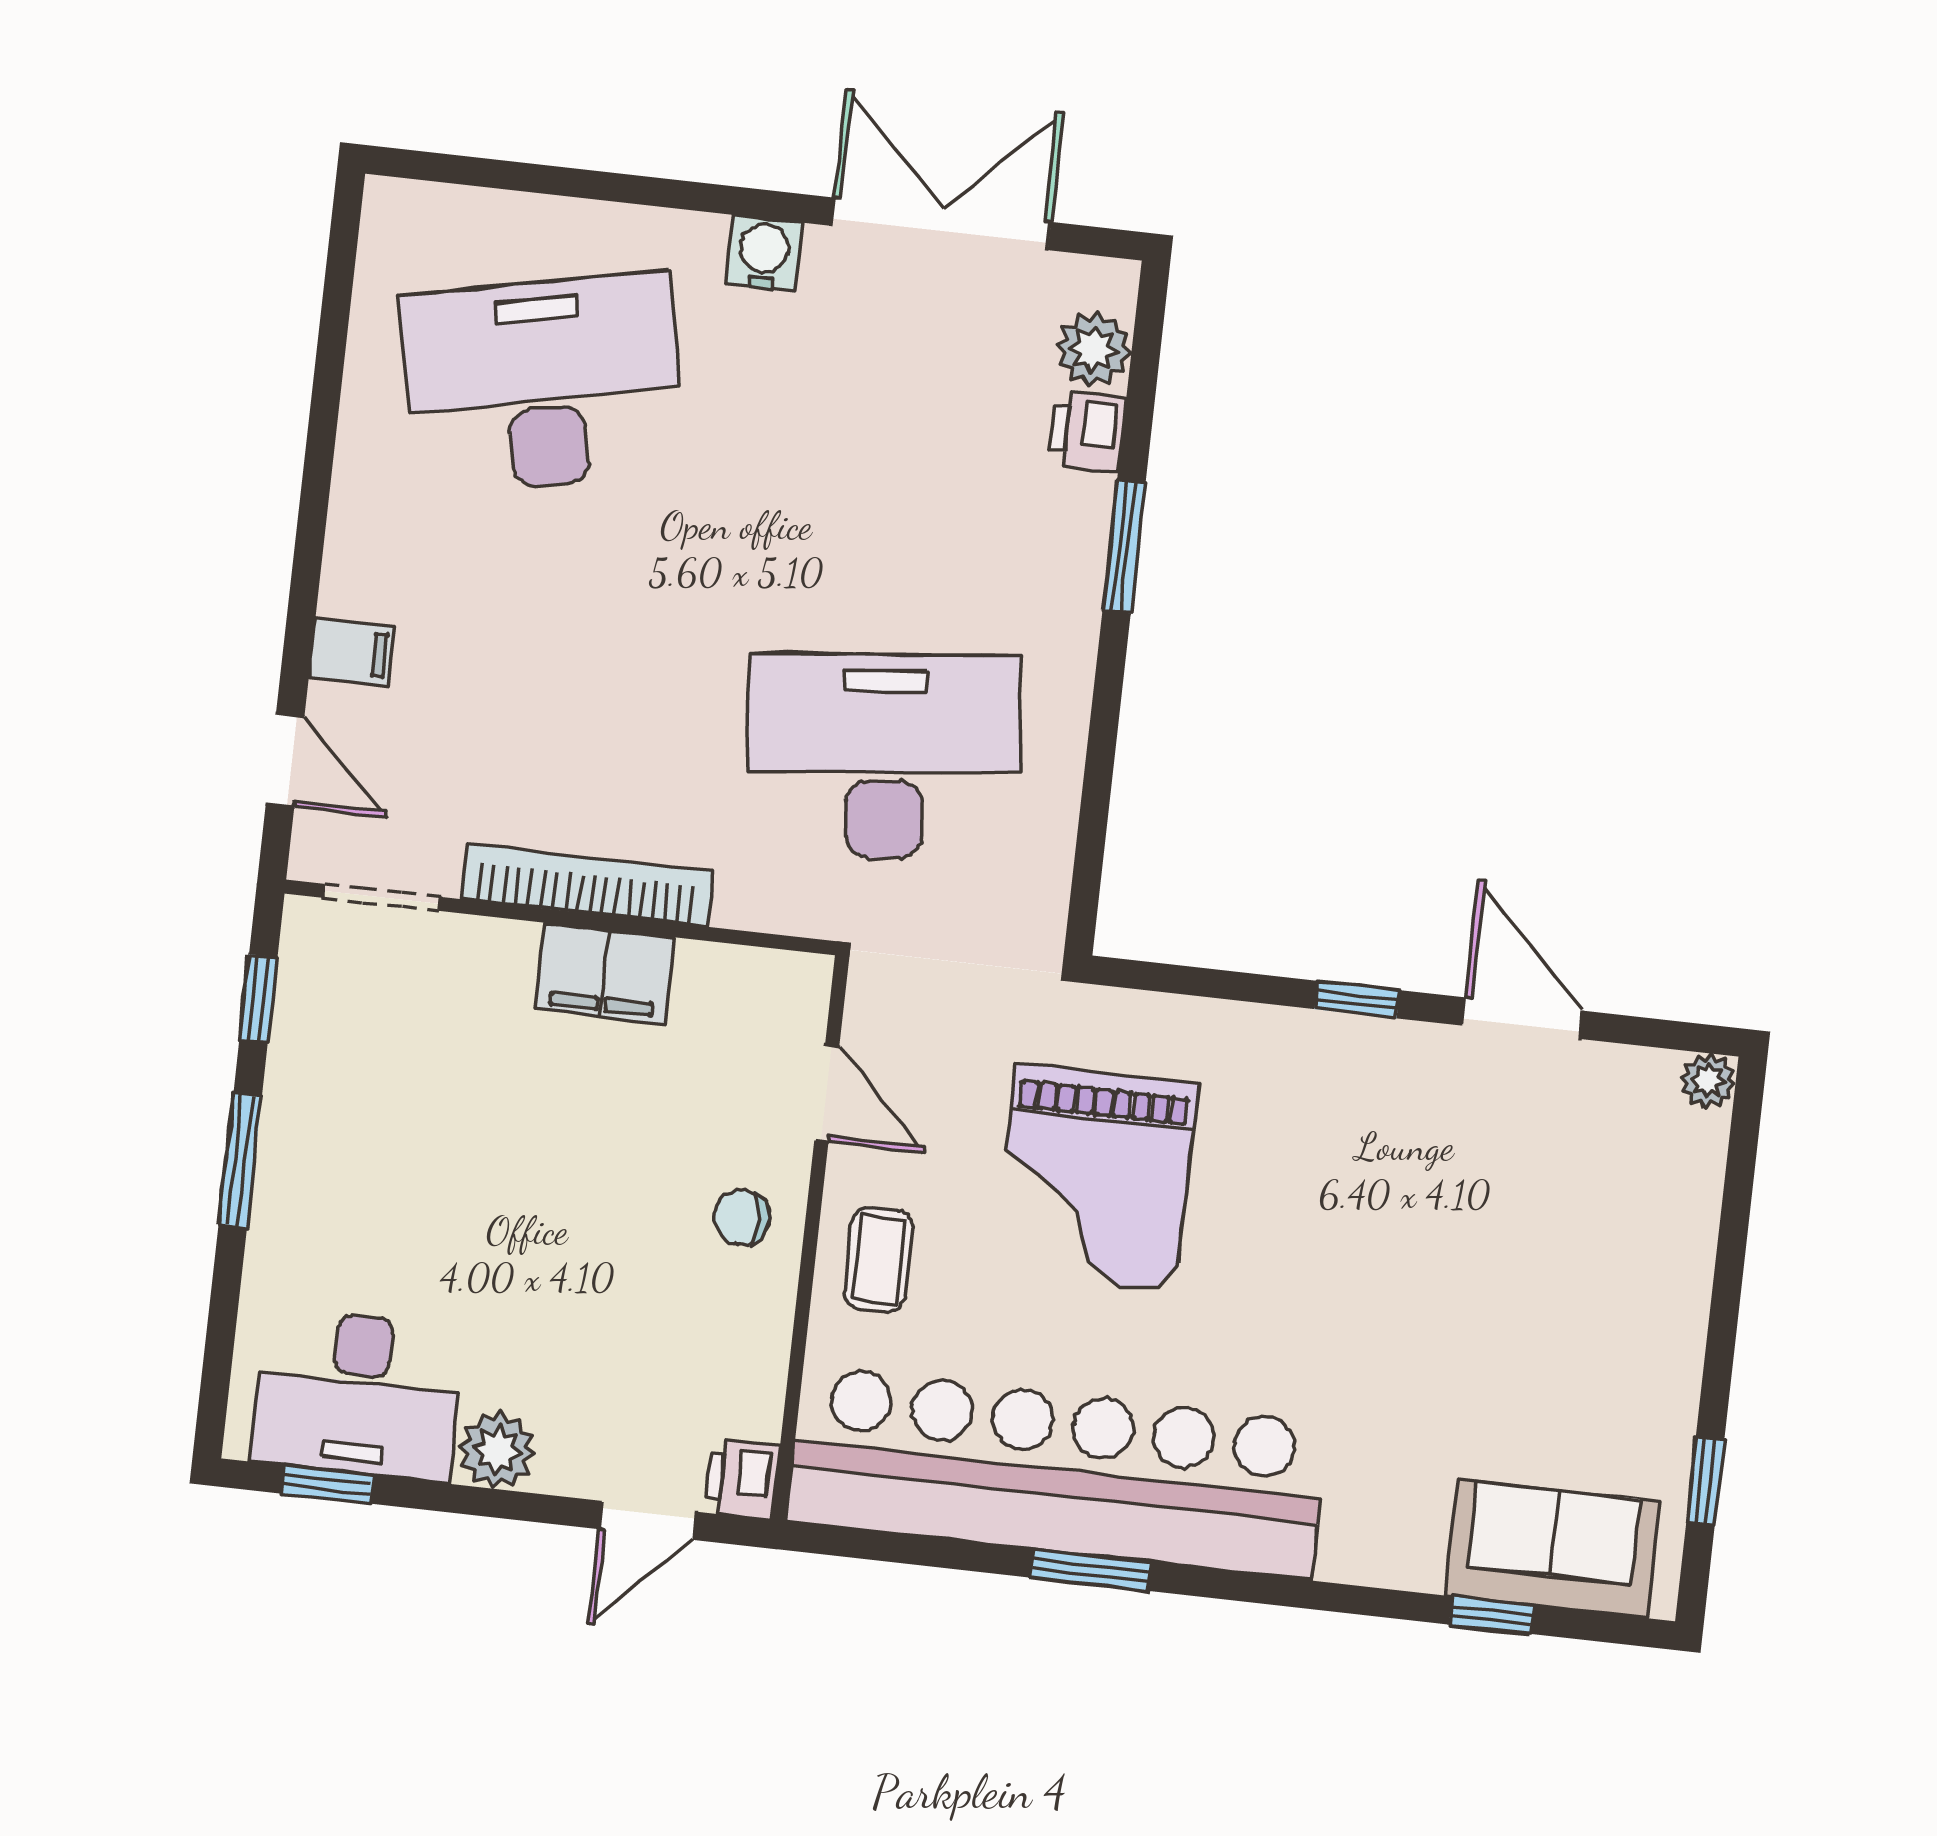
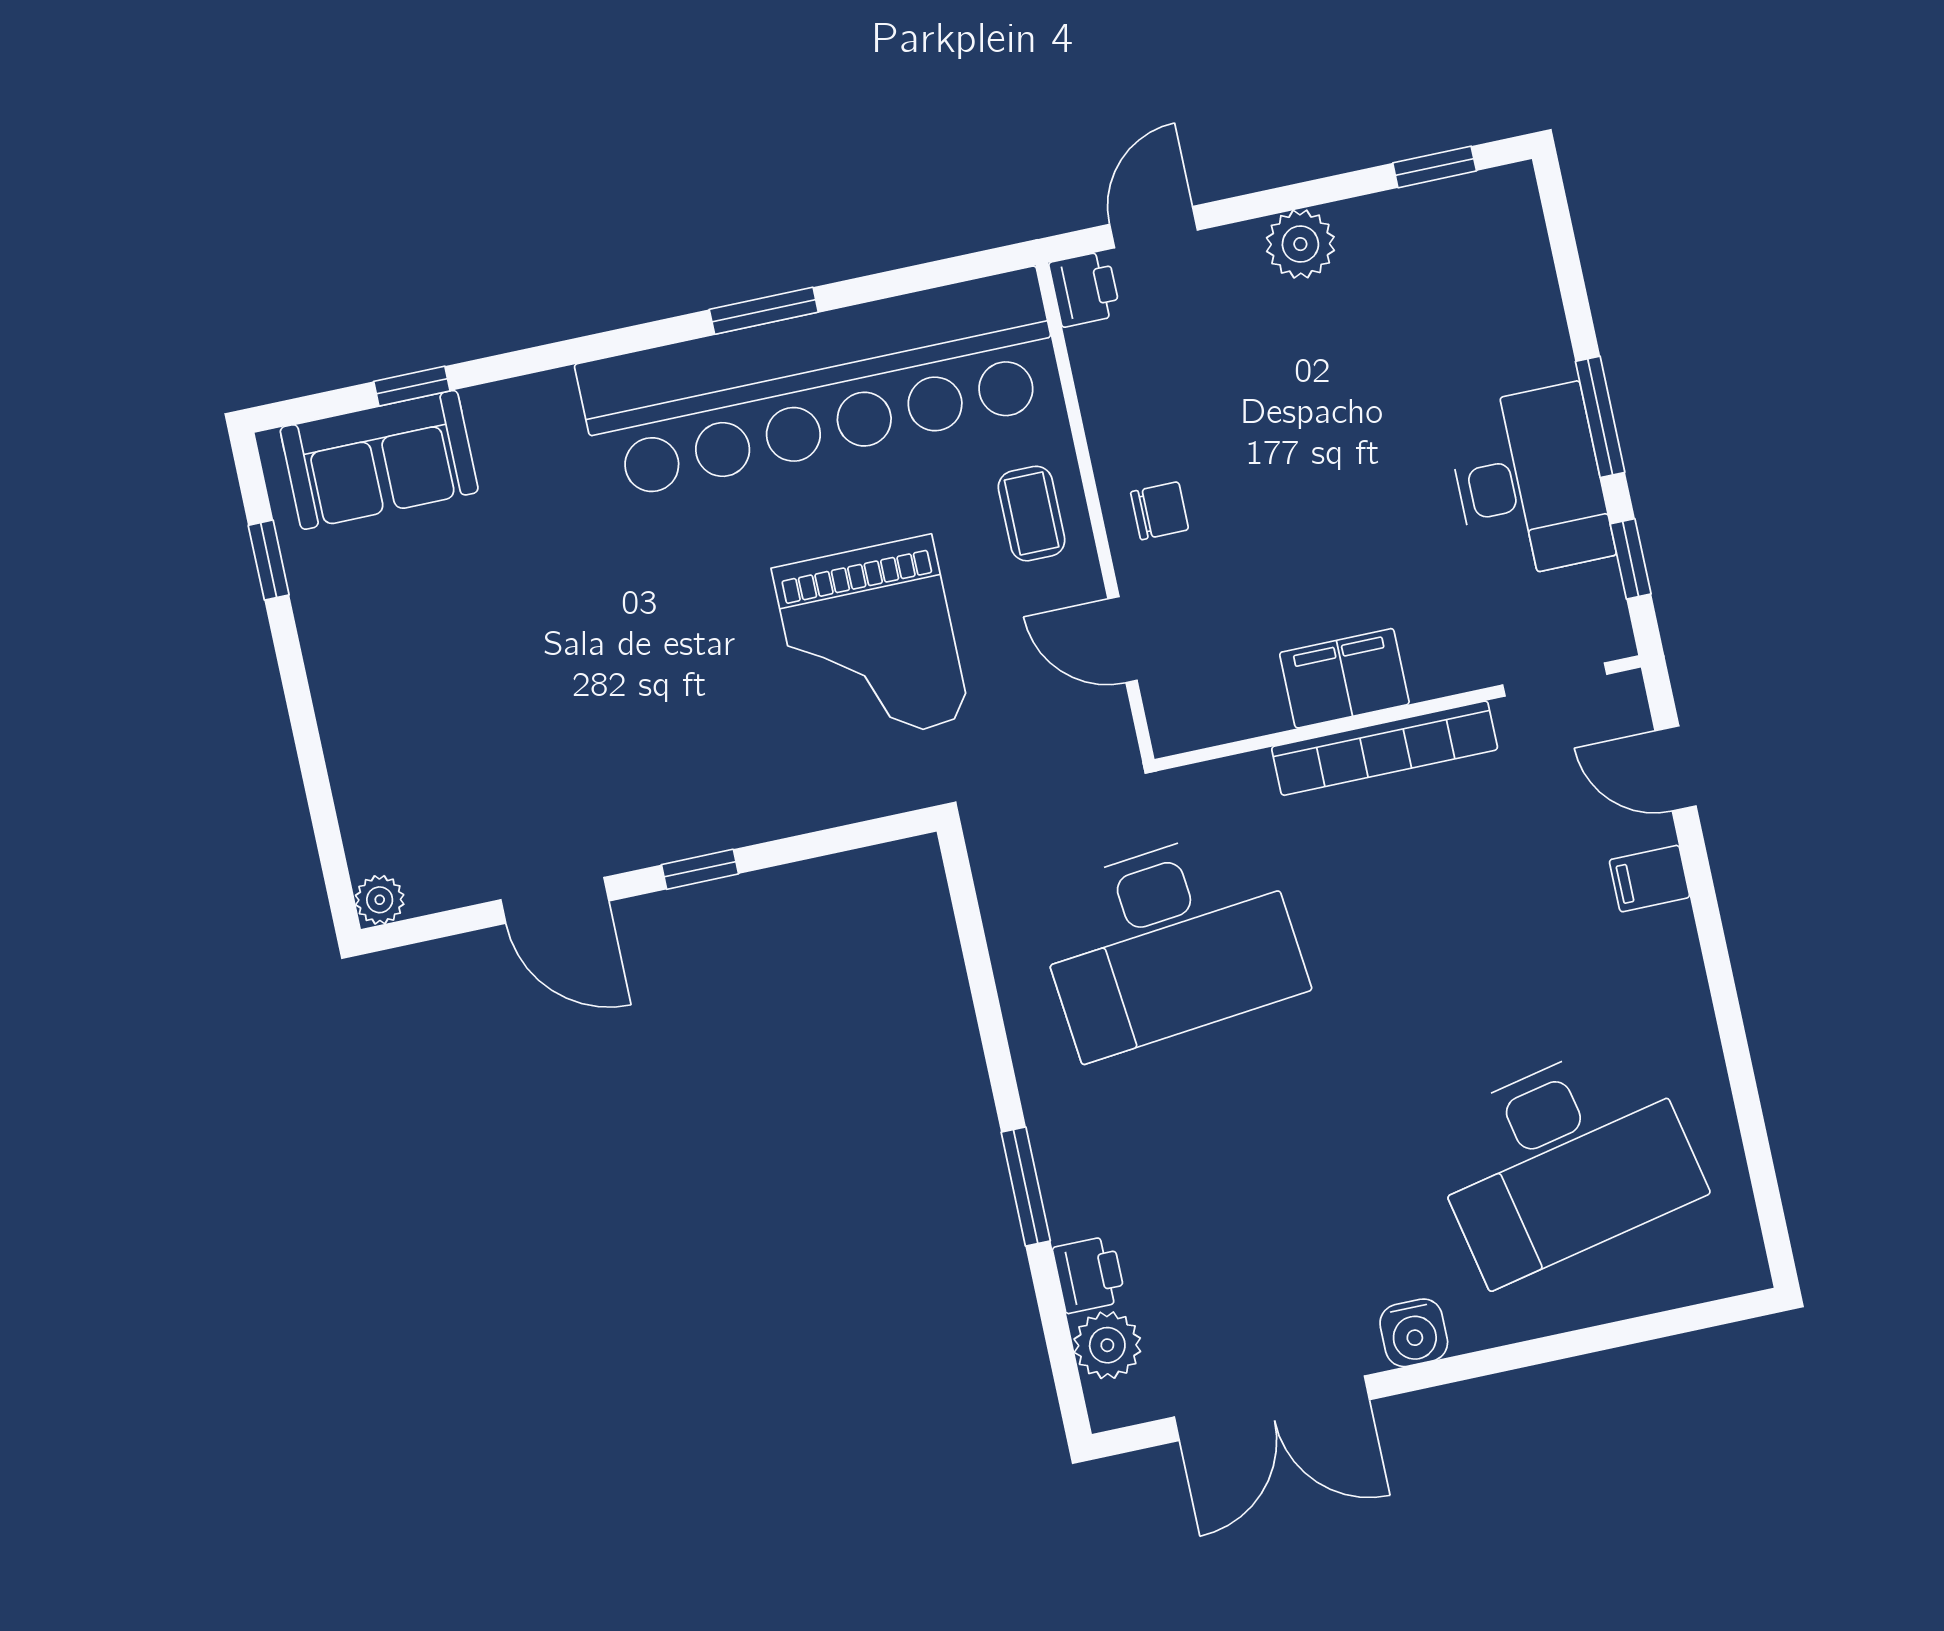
grand piano: (1095, 1179) -> (871, 644), turned 180
desk: (358, 1395) -> (1529, 482), moved, turned 90

